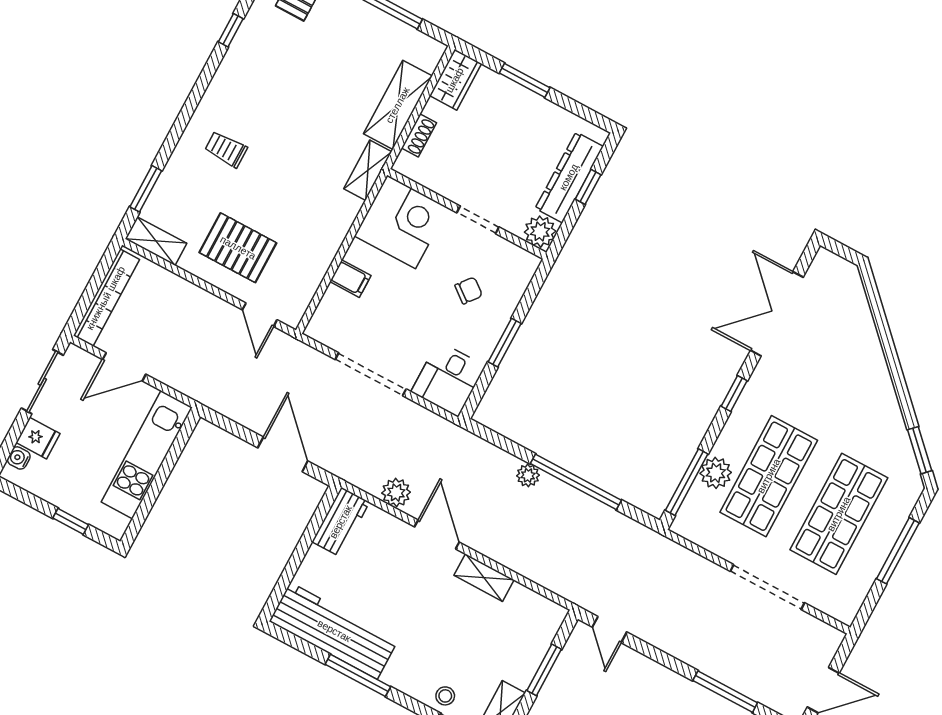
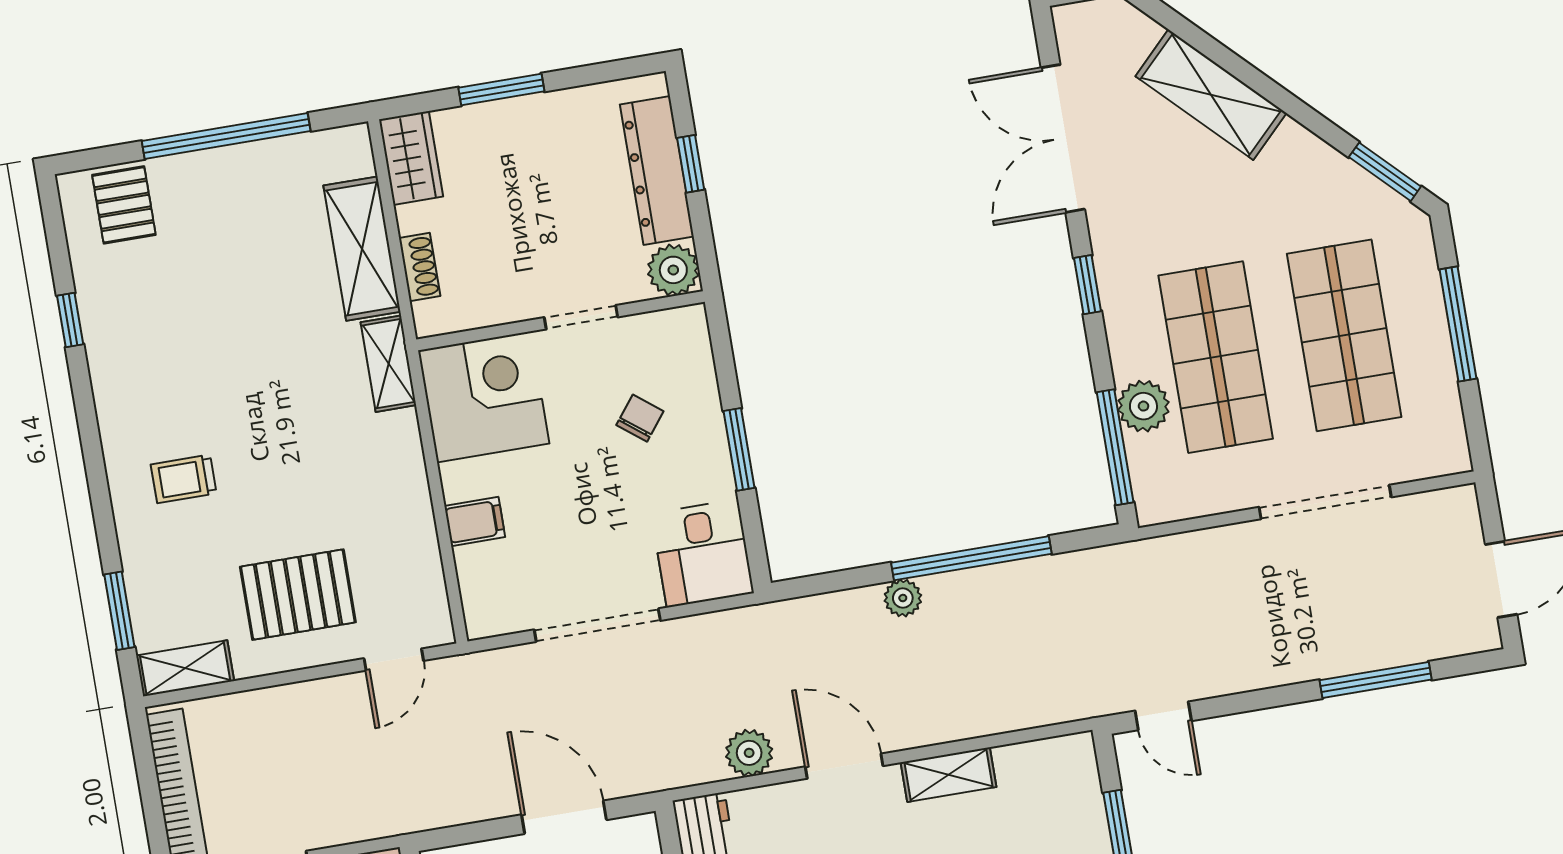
door: (260, 315) -> (394, 660), hinge flipped
shelving: (865, 348) -> (1211, 95), added

